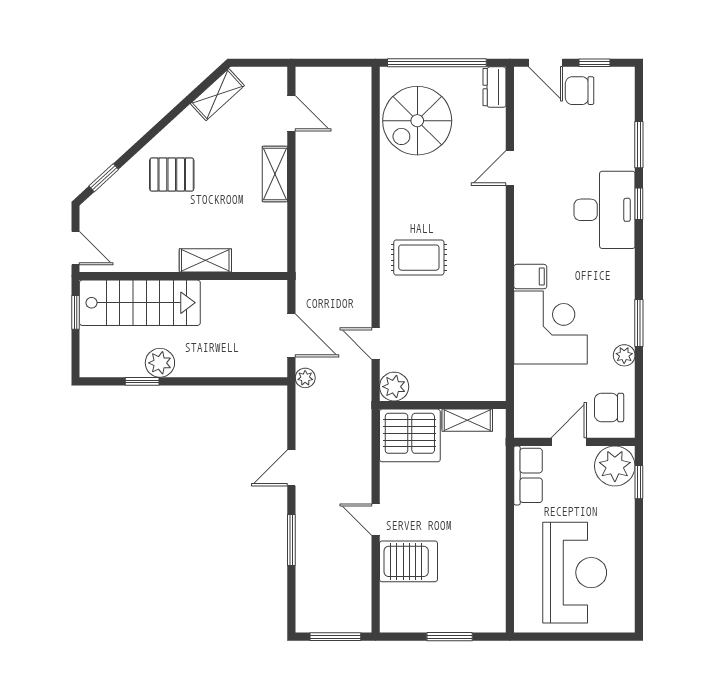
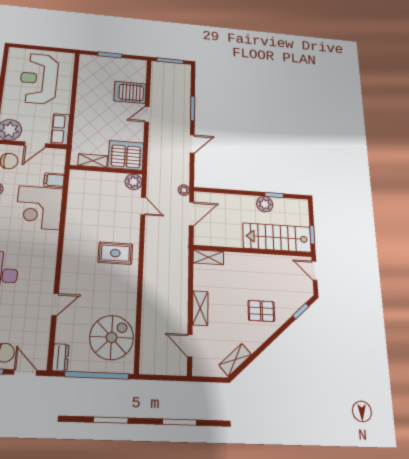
shelving: (205, 260) -> (208, 257), moved
filing cabinet: (530, 277) -> (54, 180), moved
door: (291, 335) -> (191, 214), swing flipped
door: (376, 520) -> (147, 114), swing flipped

